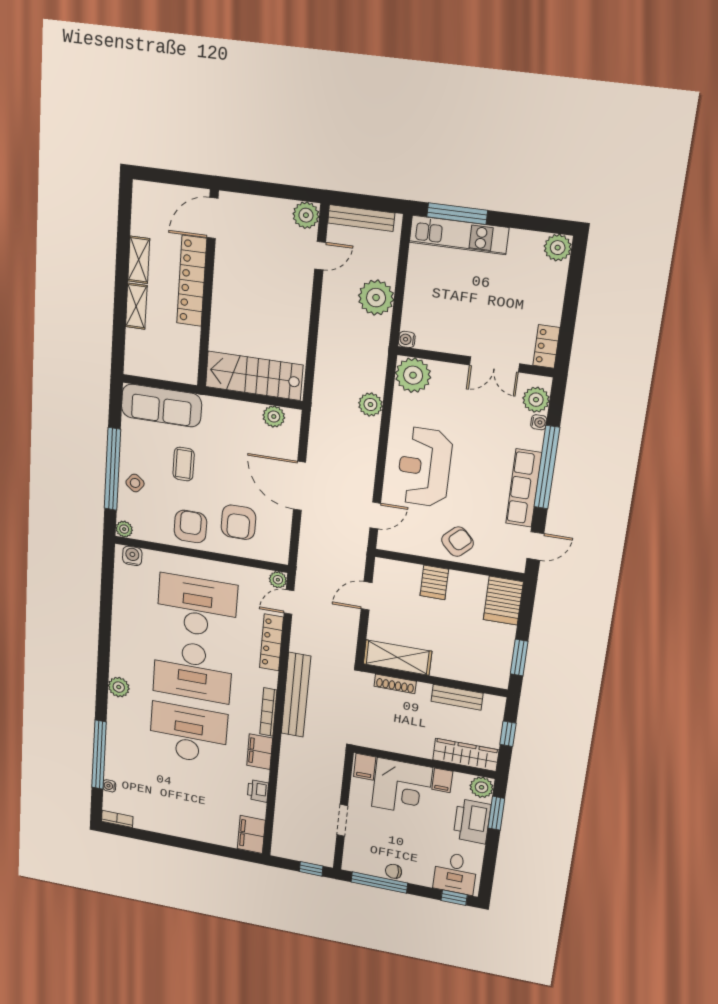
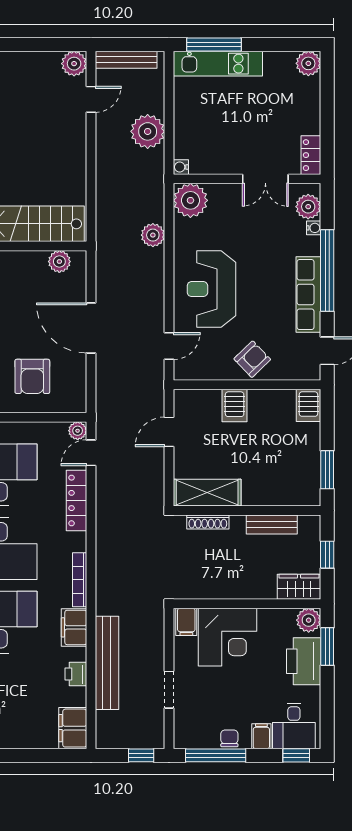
server rack: (503, 601) -> (308, 405), width x0.73, depth x0.70
bench: (296, 695) -> (107, 663), moved
wardrobe: (466, 755) -> (299, 587), width x0.67
filing cabinet: (442, 780) -> (261, 736), moved, turned 180
chair: (394, 871) -> (229, 738), turned 90

